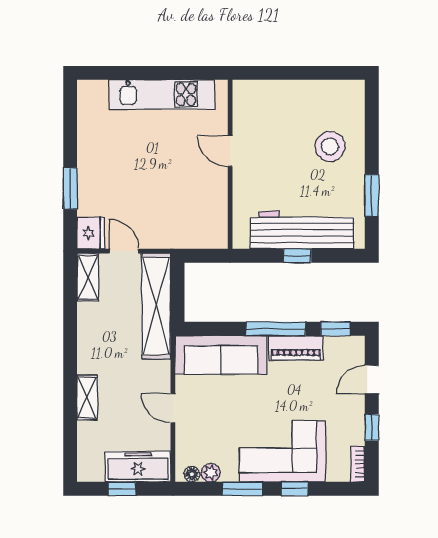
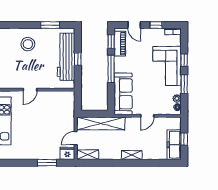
piano: (296, 348) -> (120, 44), moved
shelving: (87, 398) -> (132, 155), moved
freezer: (138, 467) -> (174, 145), moved

